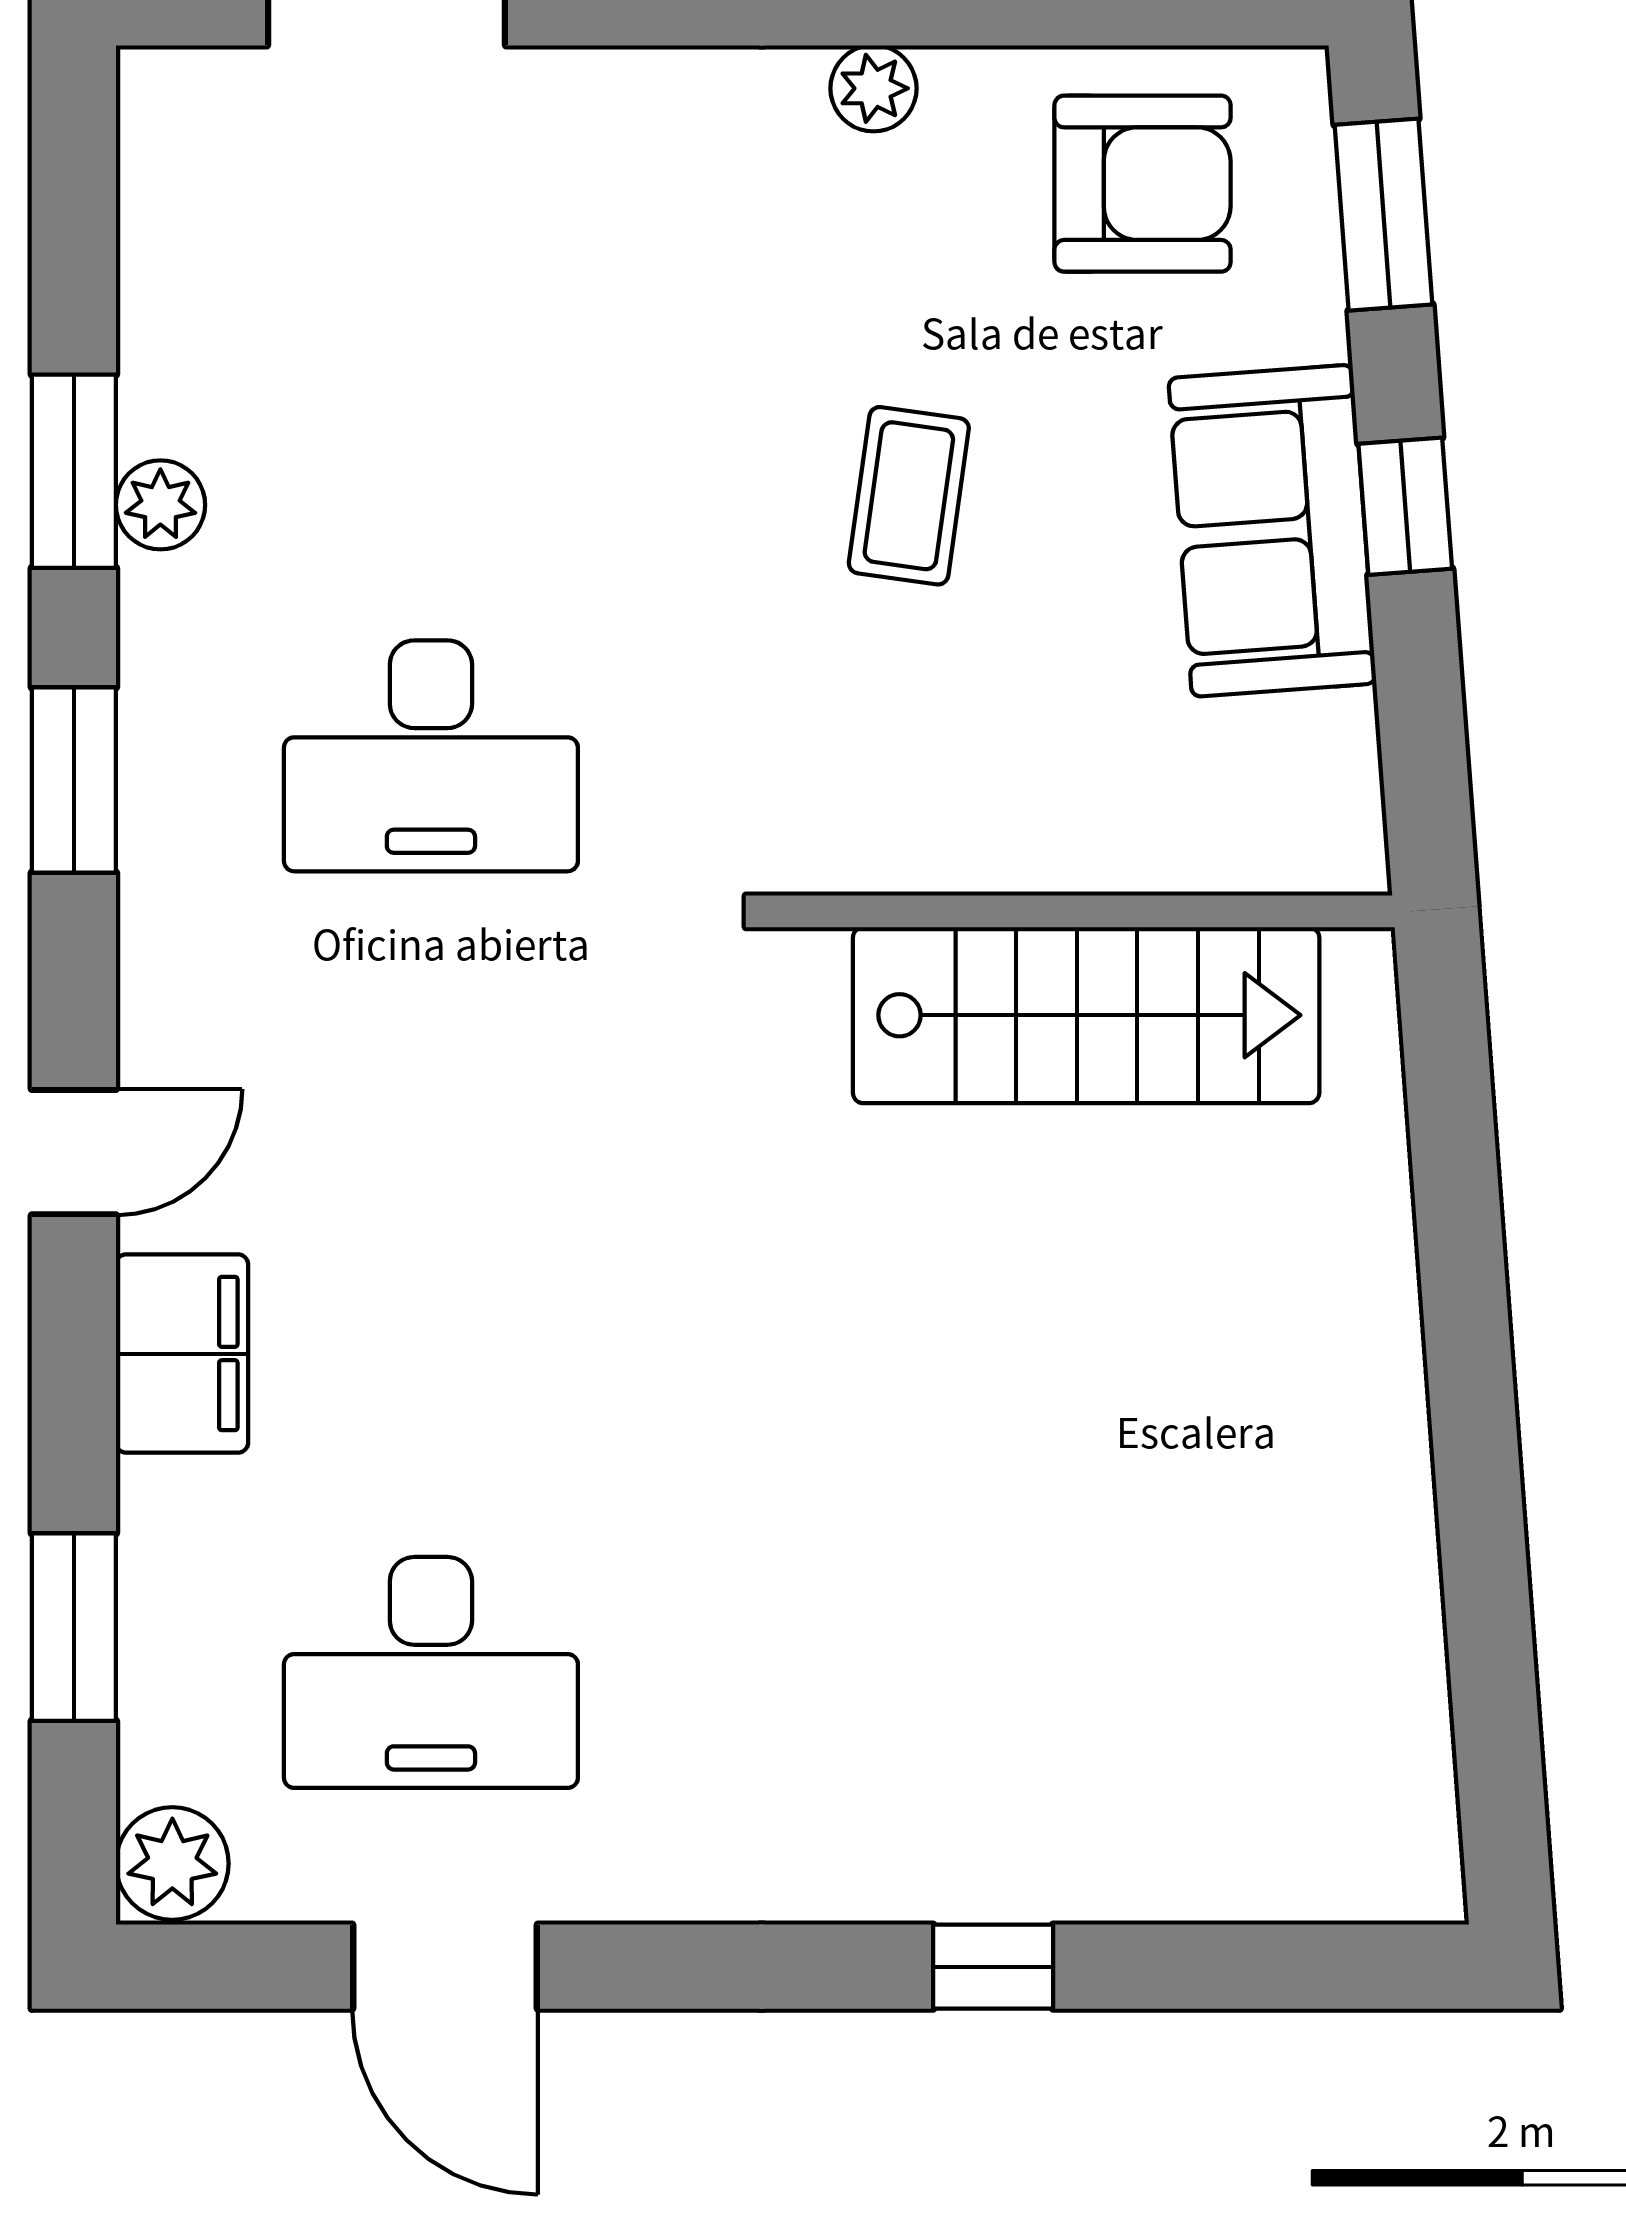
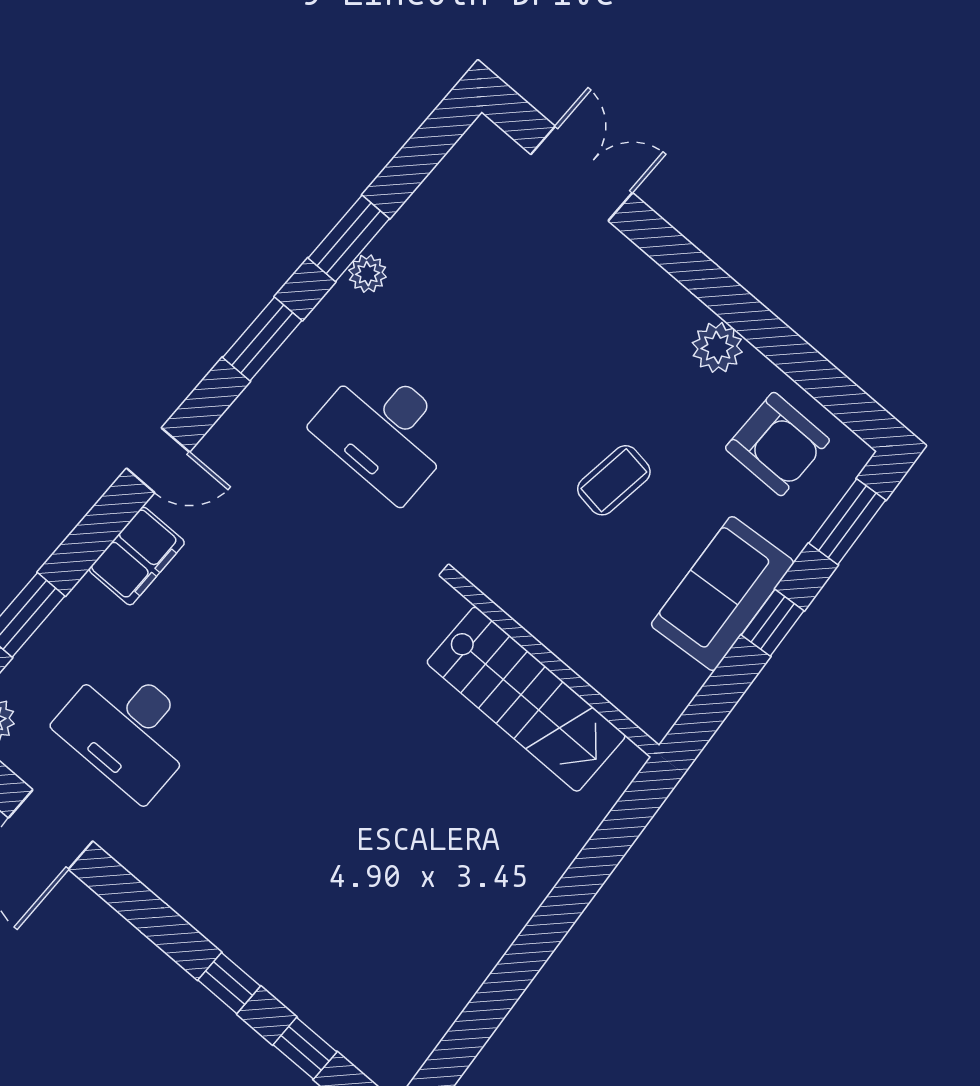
plant: (874, 88) -> (717, 347), width x1.38, depth x1.38
window: (1226, 1967) -> (305, 1048), added

